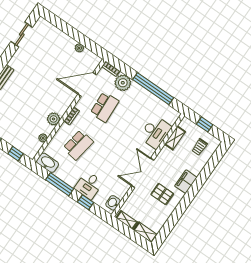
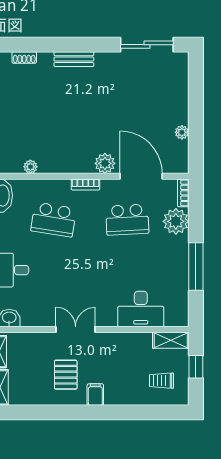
sliding door: (22, 34) -> (147, 45), width x1.37
window: (153, 89) -> (196, 266), width x0.68
plant: (54, 119) -> (105, 163), moved
shelving: (175, 138) -> (171, 340), moved
double door: (143, 173) -> (76, 330), width x0.73
filing cabinet: (186, 182) -> (95, 395), width x0.50

